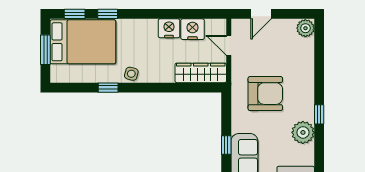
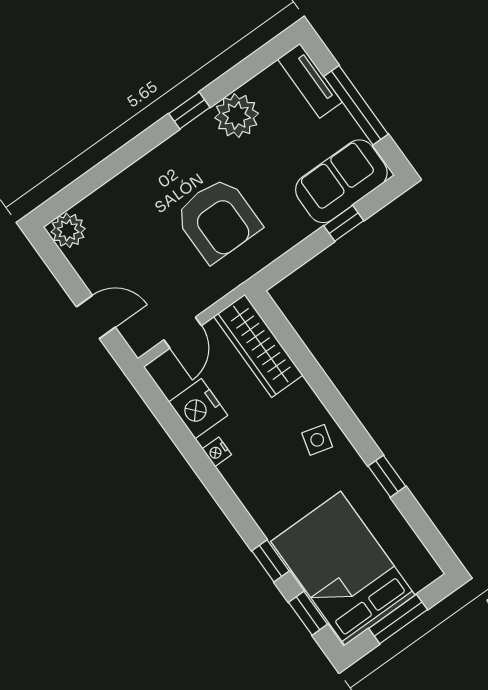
nightstand: (169, 28) -> (217, 452), width x0.53, depth x0.56
side table: (131, 74) -> (317, 440), moved
armchair: (265, 94) -> (218, 220), turned 180

